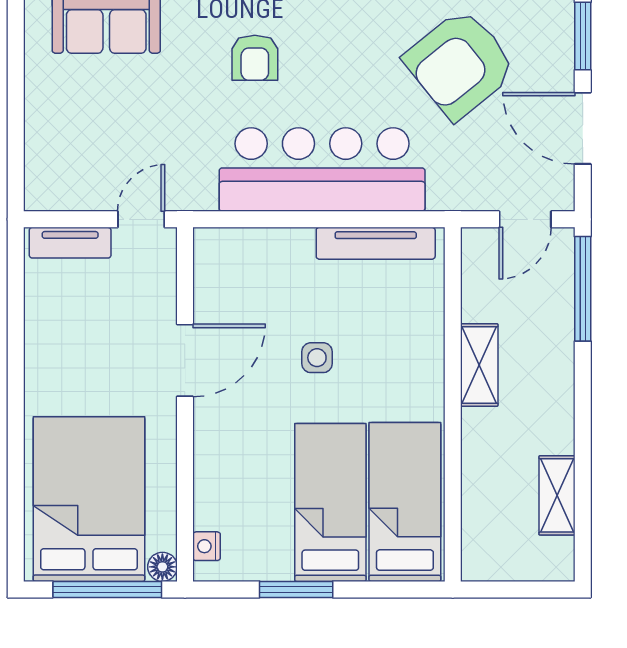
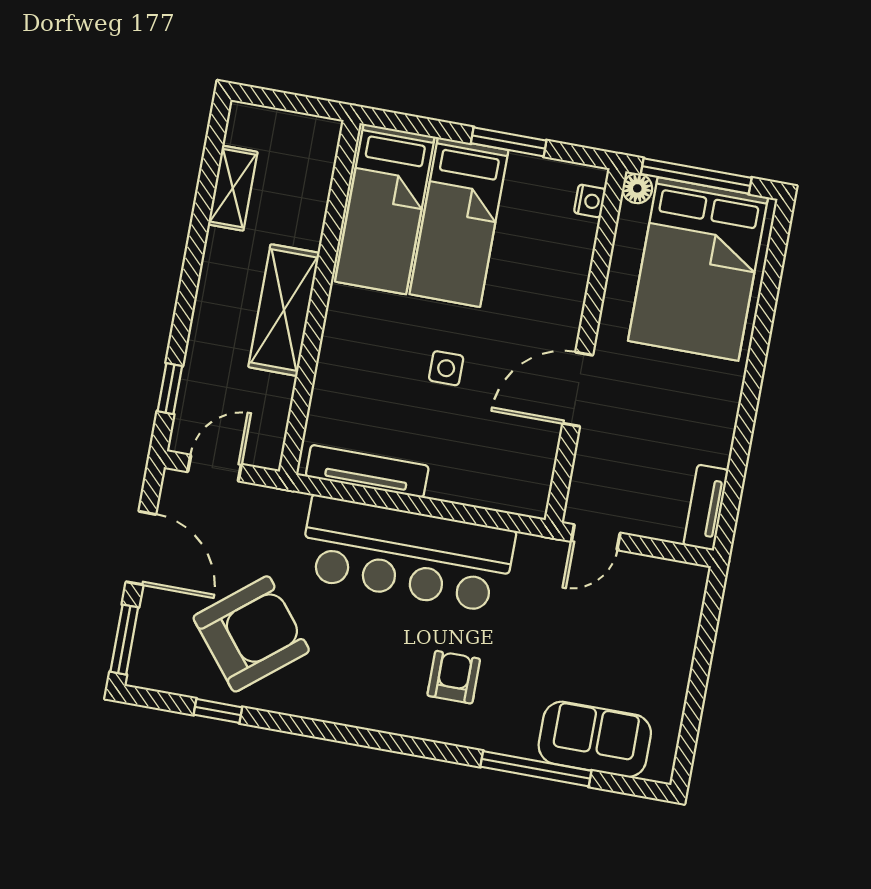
tv unit: (70, 243) -> (706, 508), moved, turned -90
window: (583, 289) -> (170, 389), width x0.46
shelving: (479, 365) -> (284, 310), width x1.50, depth x1.33

